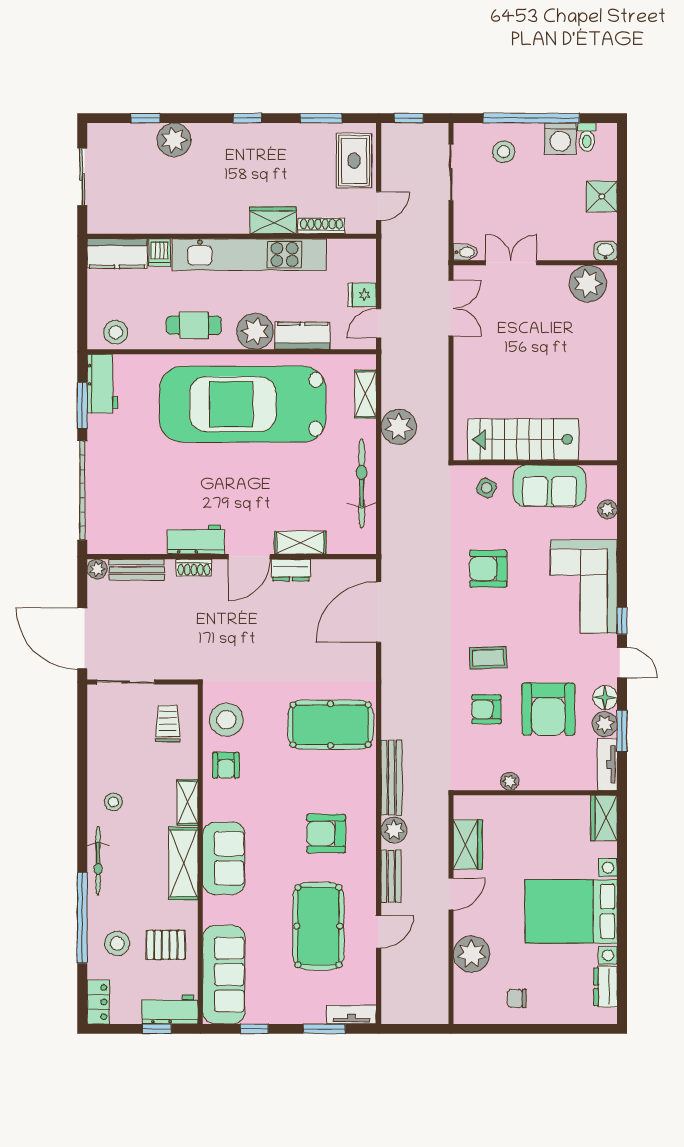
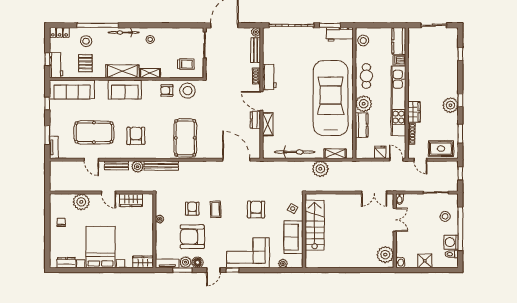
plant: (174, 140) -> (450, 105), moved
door: (379, 323) -> (396, 160), moved

